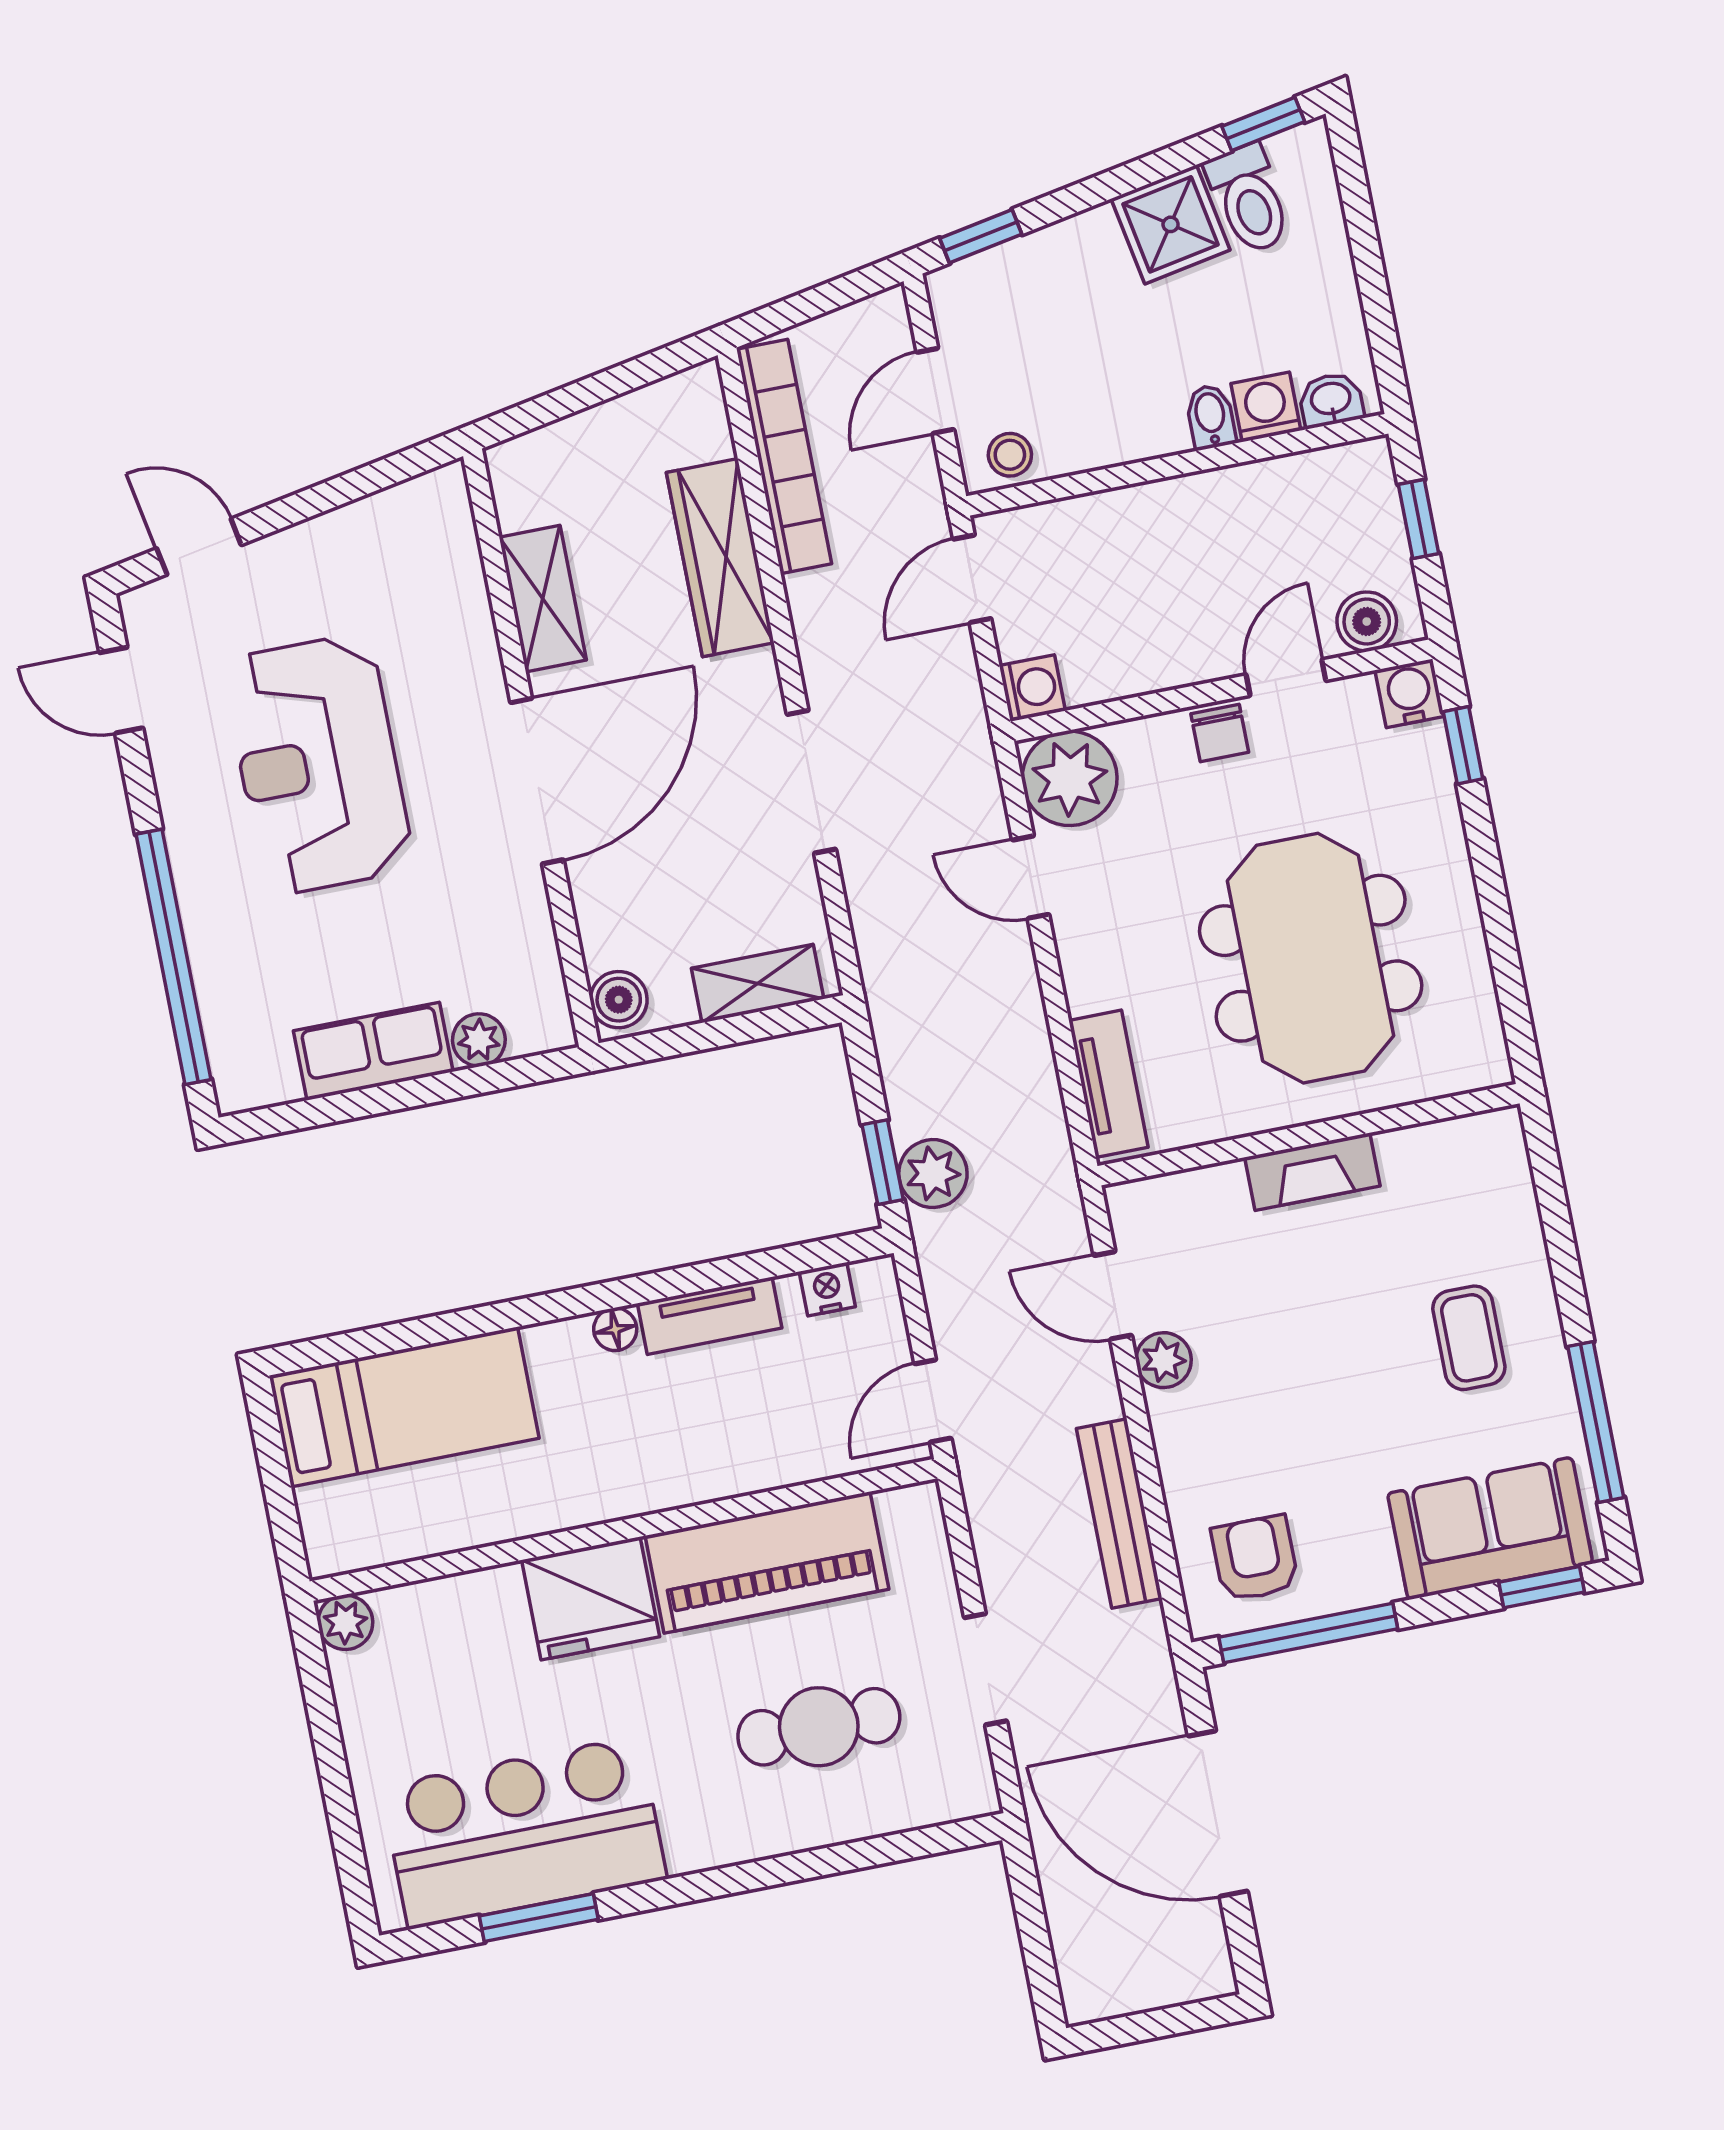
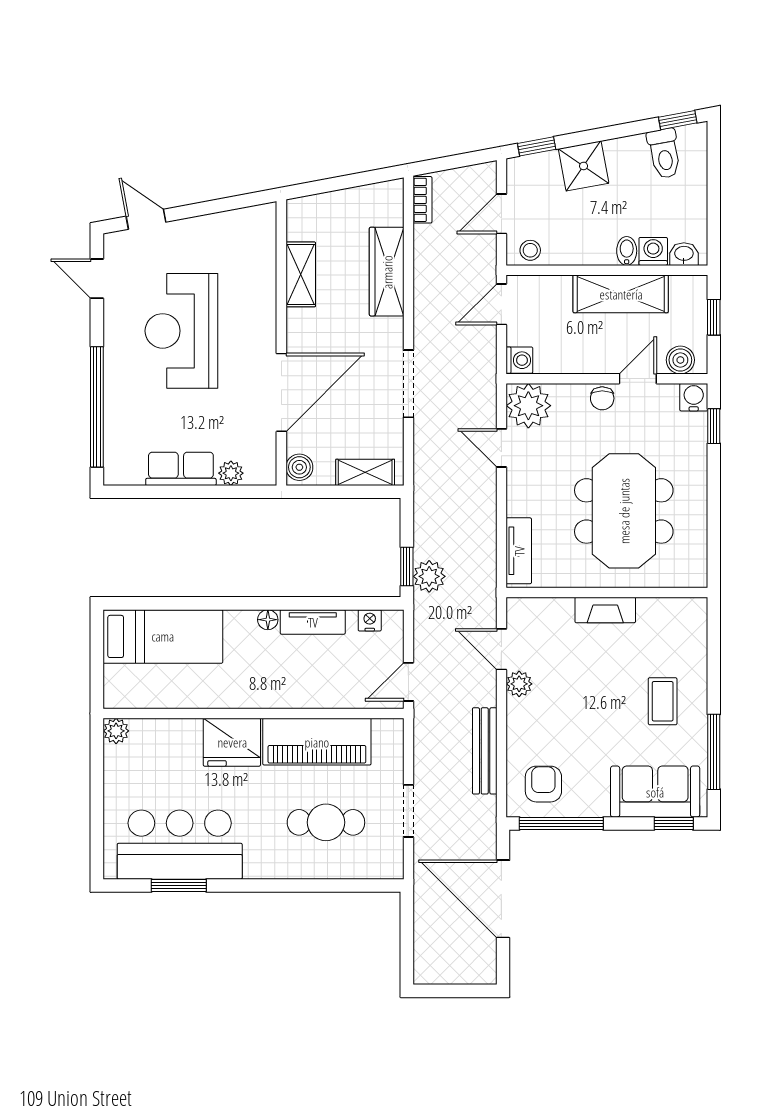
shower: (1171, 224) -> (584, 166), moved
bookcase: (784, 457) -> (422, 200), width x0.43, depth x0.76
shelving: (1216, 508) -> (621, 294), added
door: (537, 781) -> (281, 392), moved

